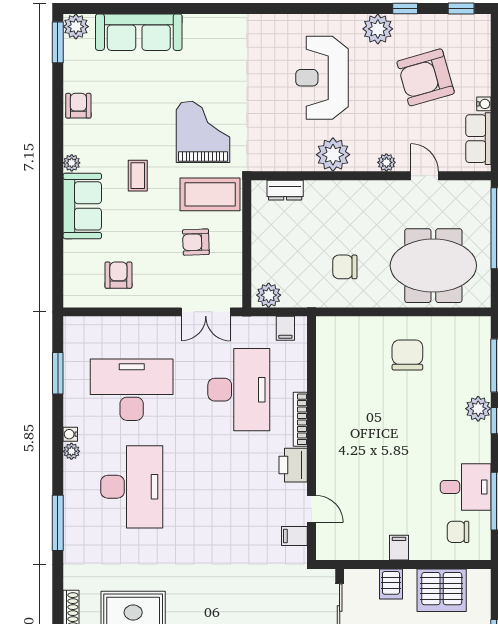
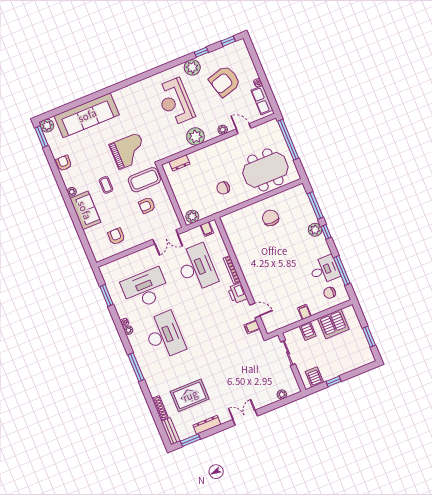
sofa: (139, 32) -> (87, 115), width x1.36, depth x1.27
grand piano: (203, 132) -> (129, 151), turned 90

